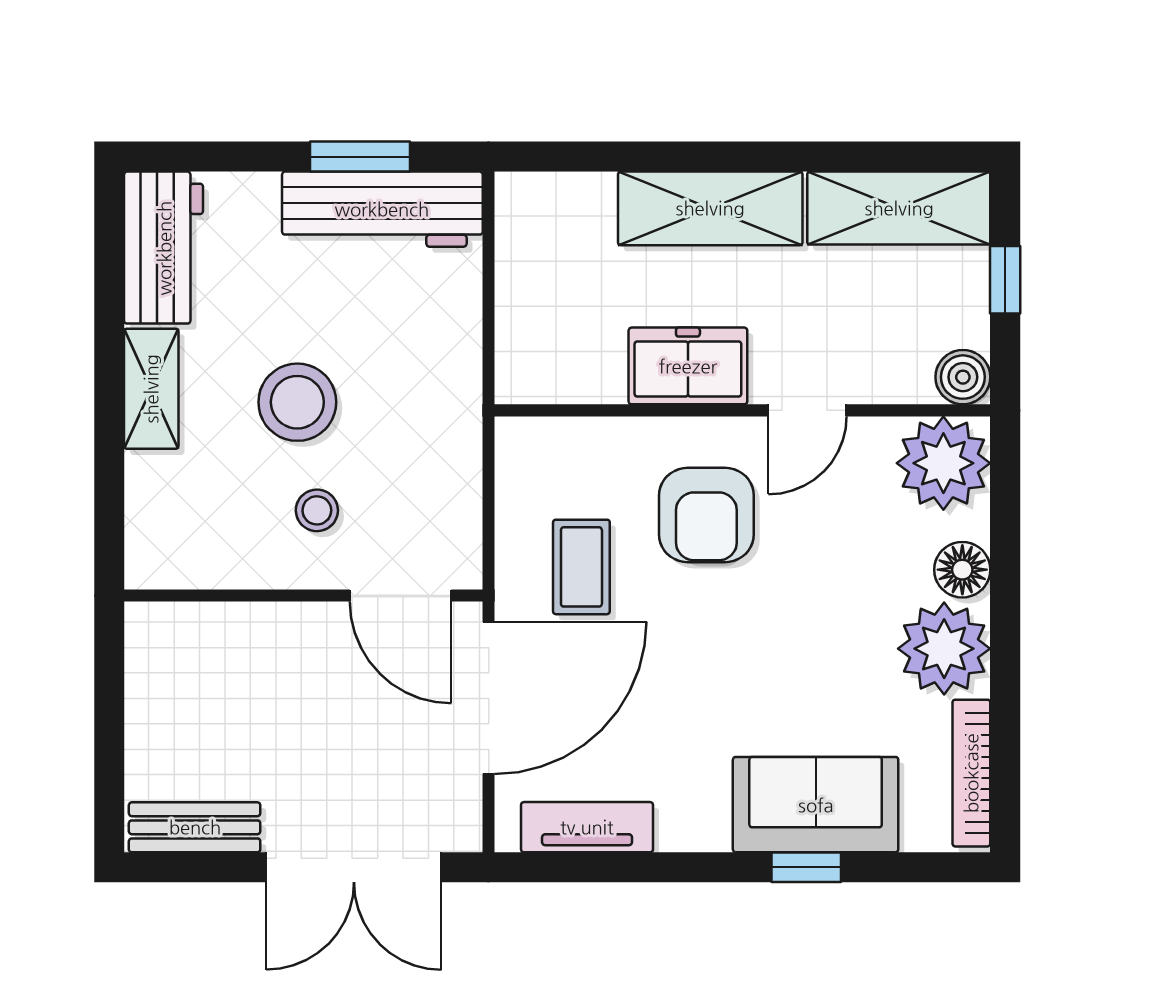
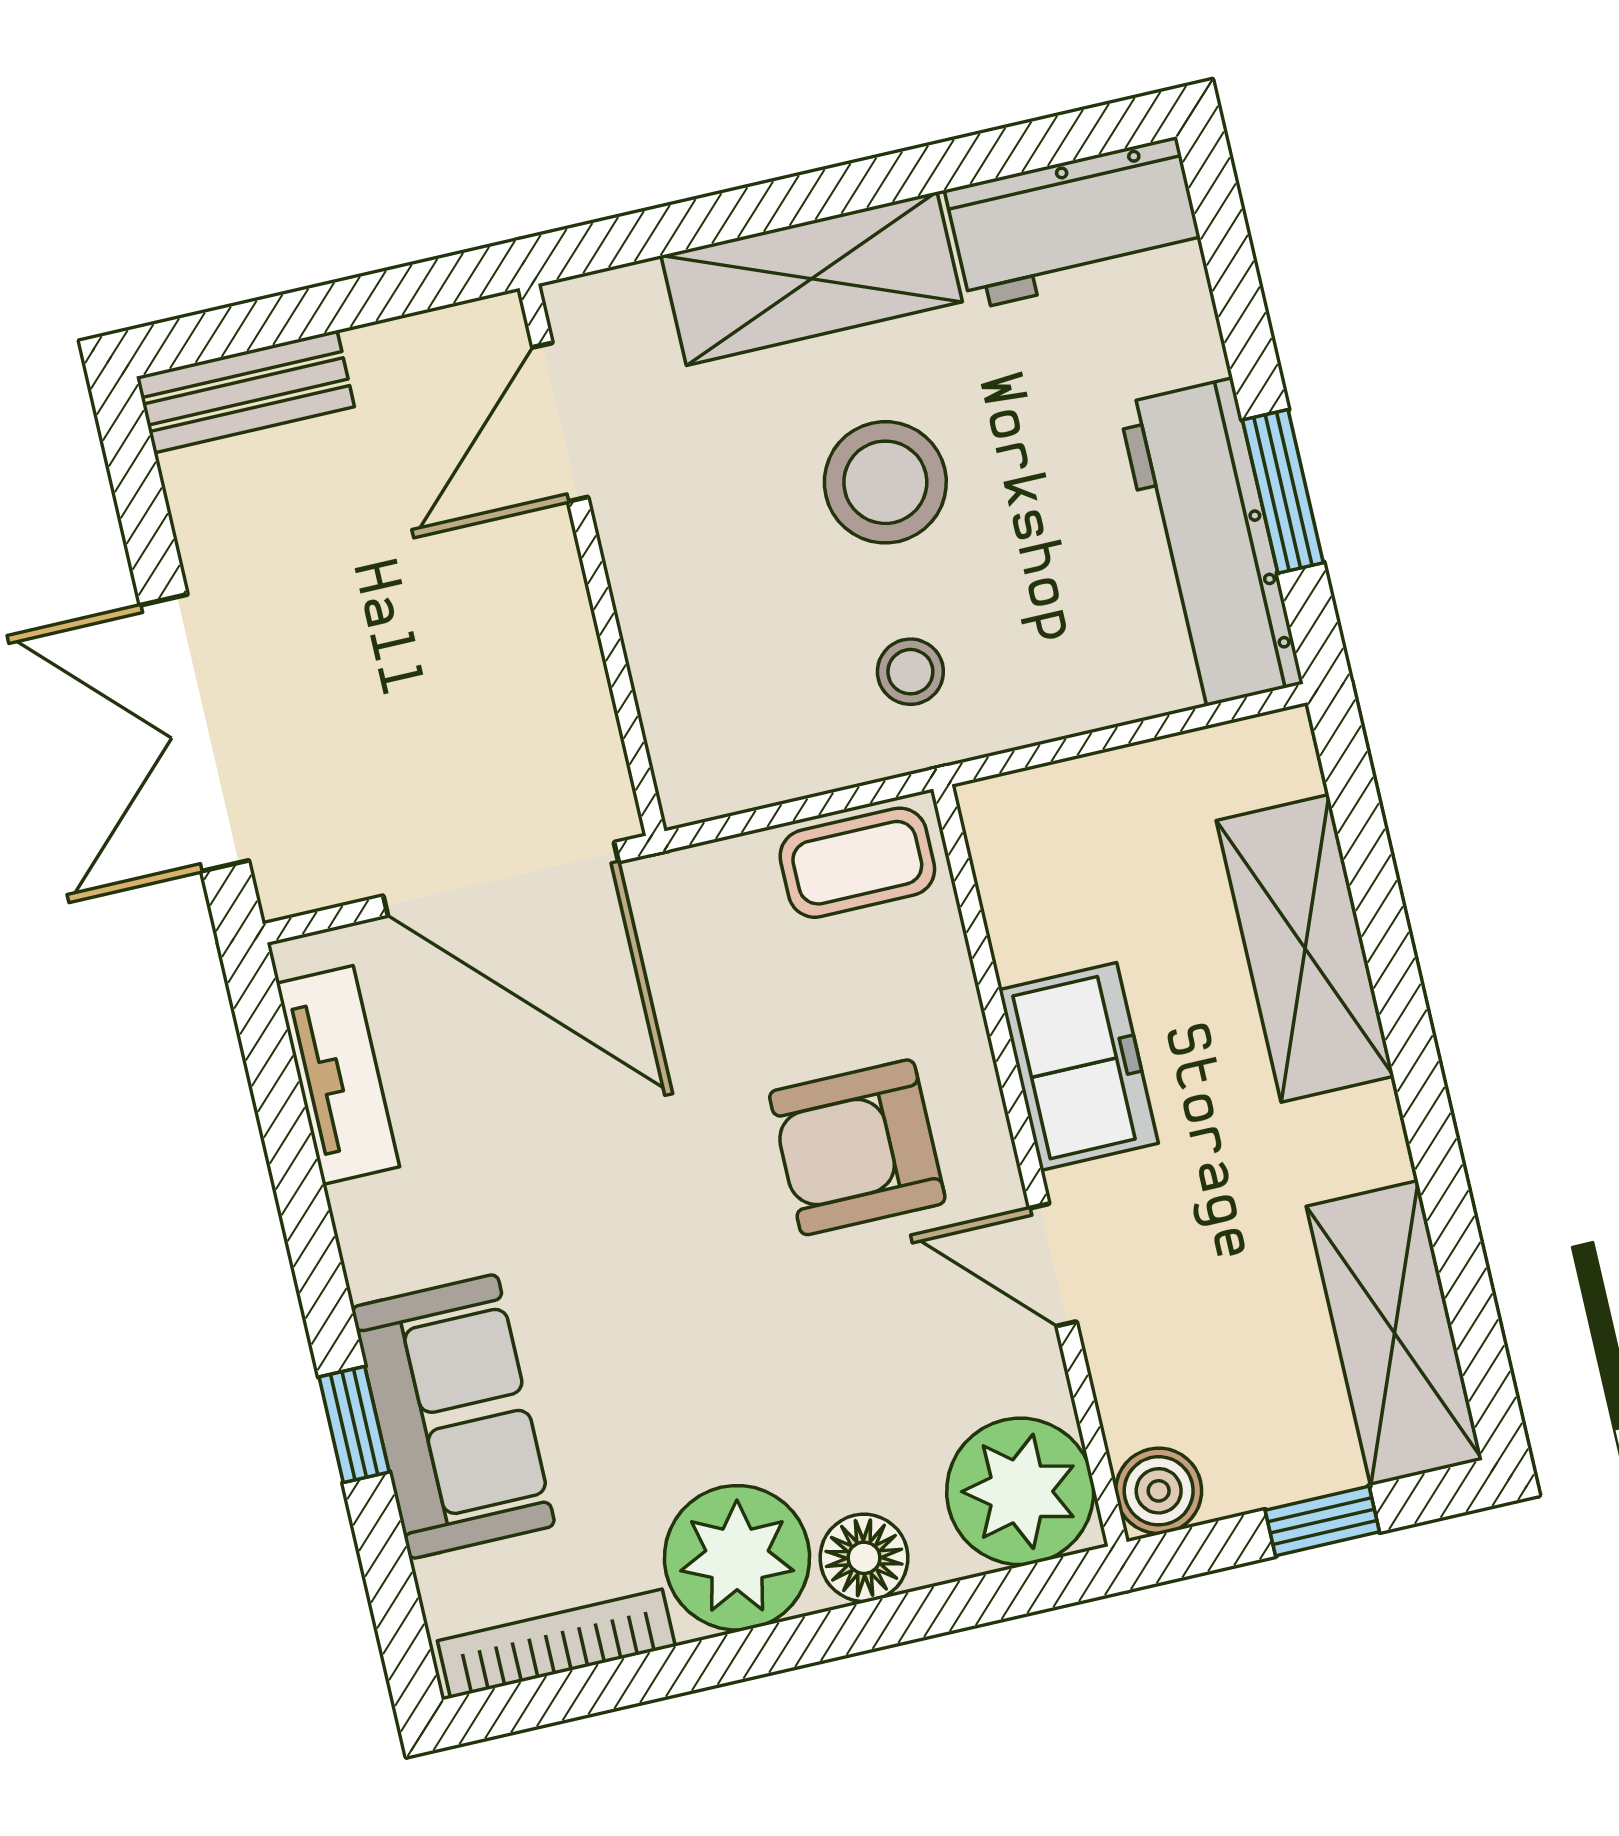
shelving: (710, 208) -> (1305, 948), moved
shelving: (151, 389) -> (812, 279), width x1.50, depth x1.33
stool: (317, 510) -> (910, 672), moved
coffee table: (581, 567) -> (857, 863), moved
door: (401, 596) -> (560, 422), moved
bench: (195, 827) -> (245, 392), moved, turned 90

